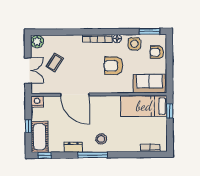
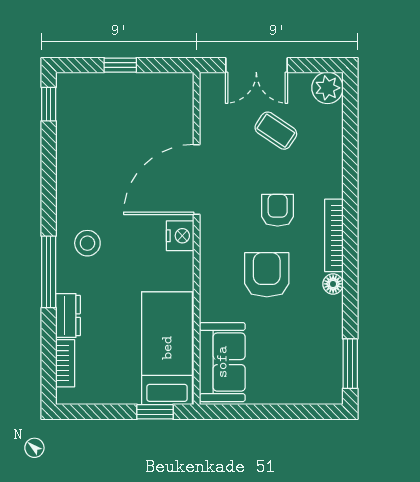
side table: (134, 44) -> (320, 326), removed
armchair: (157, 52) -> (278, 210), moved
nightstand: (37, 102) -> (180, 236), moved
cot: (40, 137) -> (94, 92), removed
dresser: (73, 147) -> (68, 316), moved
window: (93, 155) -> (49, 272), moved

